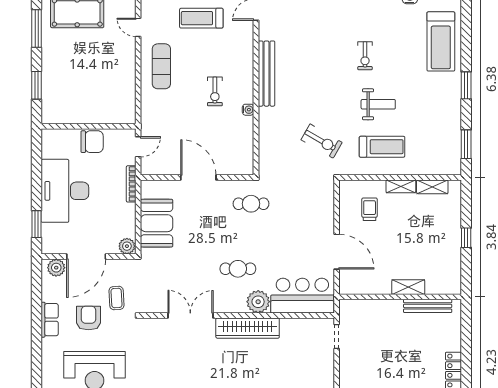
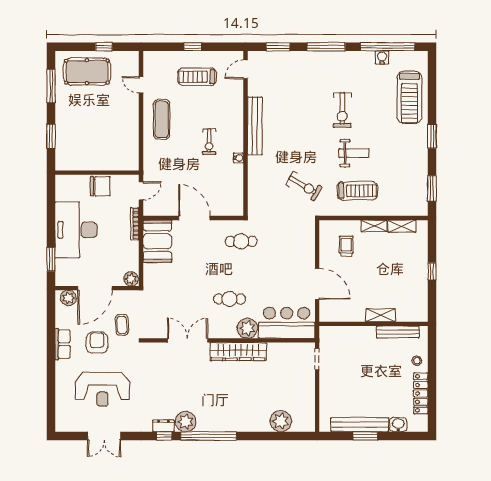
exercise bike: (365, 56) -> (342, 110), width x1.38, depth x1.39
booth: (157, 223) -> (157, 241), moved
stool: (449, 338) -> (417, 361), added

